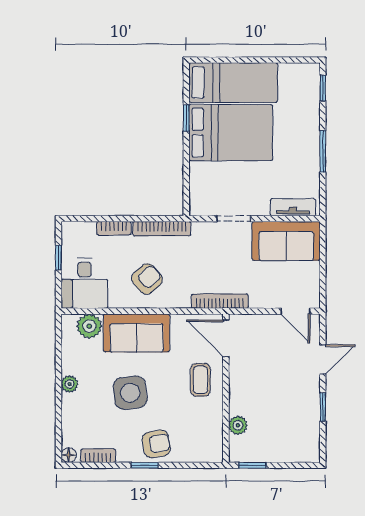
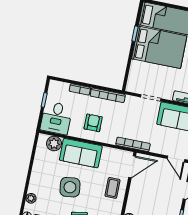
armchair: (147, 279) -> (93, 123), turned -49
door: (226, 338) -> (132, 167), swing flipped
plant: (69, 384) -> (31, 198), moved

